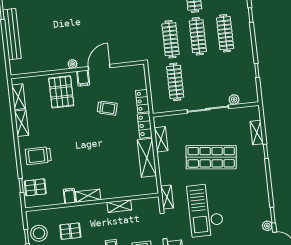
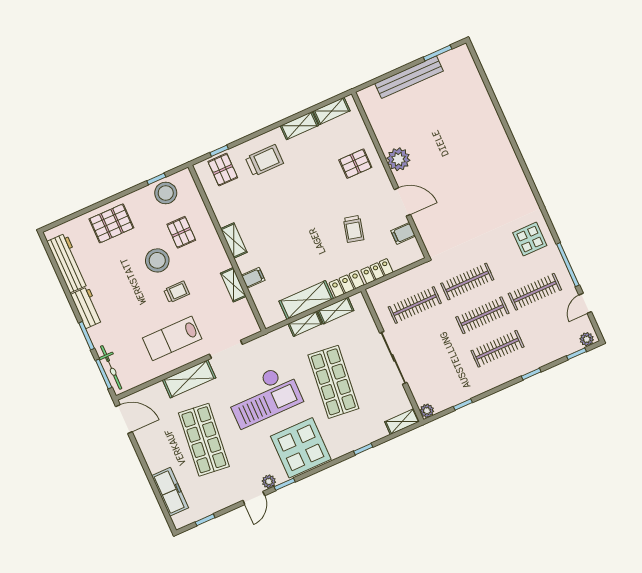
plant: (72, 64) -> (398, 159), width x1.88, depth x1.88
filing cabinet: (83, 78) -> (403, 233), moved
pallet: (61, 92) -> (355, 164), width x0.67, depth x0.71
plant: (234, 100) -> (427, 411), moved
shelving: (257, 133) -> (402, 422), moved
trolley: (38, 156) -> (264, 160), turned 90
display table: (251, 195) -> (301, 448), added
filing cabinet: (69, 196) -> (253, 278), moved
shelving: (167, 197) -> (305, 324), moved
checkout: (205, 210) -> (264, 396), turned 180

